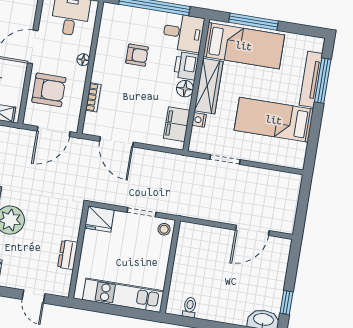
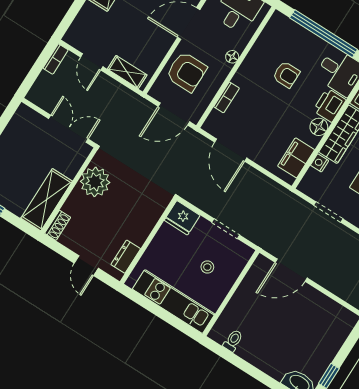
stool: (164, 229) -> (207, 267), moved
door: (252, 230) -> (291, 270), moved
dresser: (68, 255) -> (126, 257), moved

